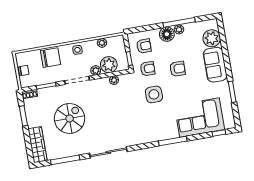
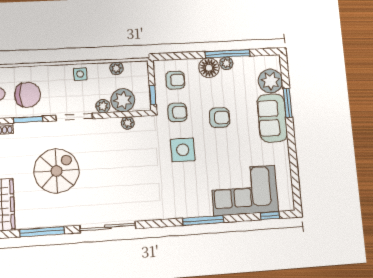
chair: (51, 58) -> (28, 95), moved
window: (232, 92) -> (288, 103), moved

